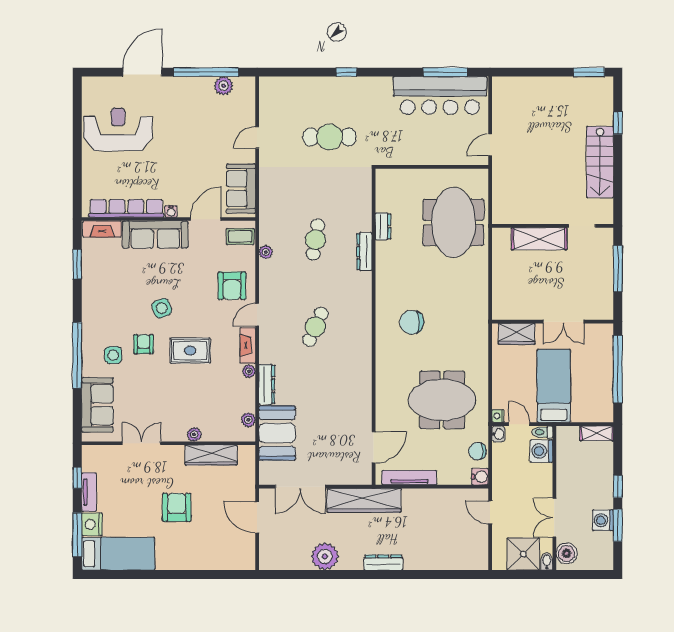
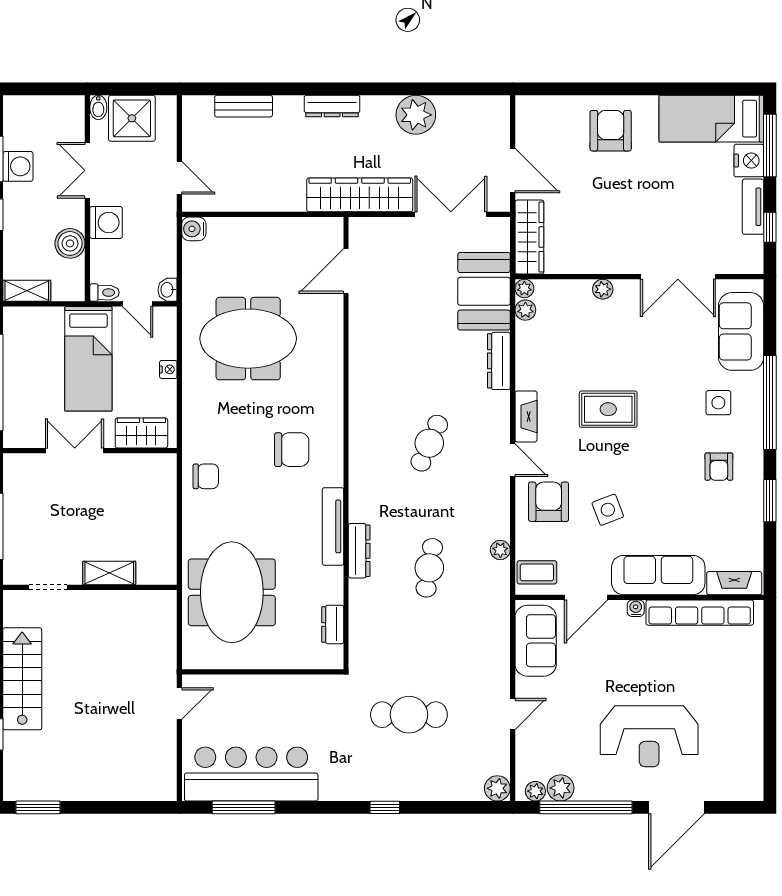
plant: (241, 83) -> (535, 791), added
plant: (268, 85) -> (497, 788), added
reception desk: (118, 129) -> (649, 736), moved
dresser: (383, 226) -> (333, 624), moved
shelving: (539, 239) -> (109, 573), width x0.67, depth x0.75
window: (77, 264) -> (770, 501), moved
side table: (162, 308) -> (608, 510), moved
door: (257, 315) -> (513, 460), hinge flipped
armchair: (144, 344) -> (719, 467), moved
plant: (249, 371) -> (524, 288), moved
nightstand: (498, 416) -> (168, 369), moved
double door: (142, 443) -> (678, 277), width x1.37
chair: (477, 451) -> (206, 476), moved
washing machine: (541, 451) -> (106, 222), moved
wardrobe: (211, 455) -> (529, 237), moved, turned 90
tv unit: (409, 478) -> (333, 526), moved, turned 90
armchair: (177, 507) -> (611, 131), moved, turned 180
double door: (554, 518) -> (87, 170), swing flipped
boiler: (567, 553) -> (70, 243), moved
bench: (445, 562) -> (244, 106), added

